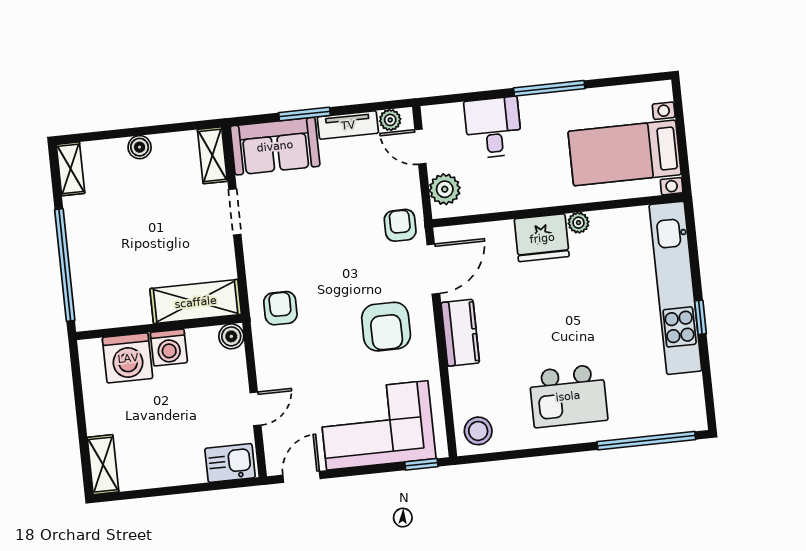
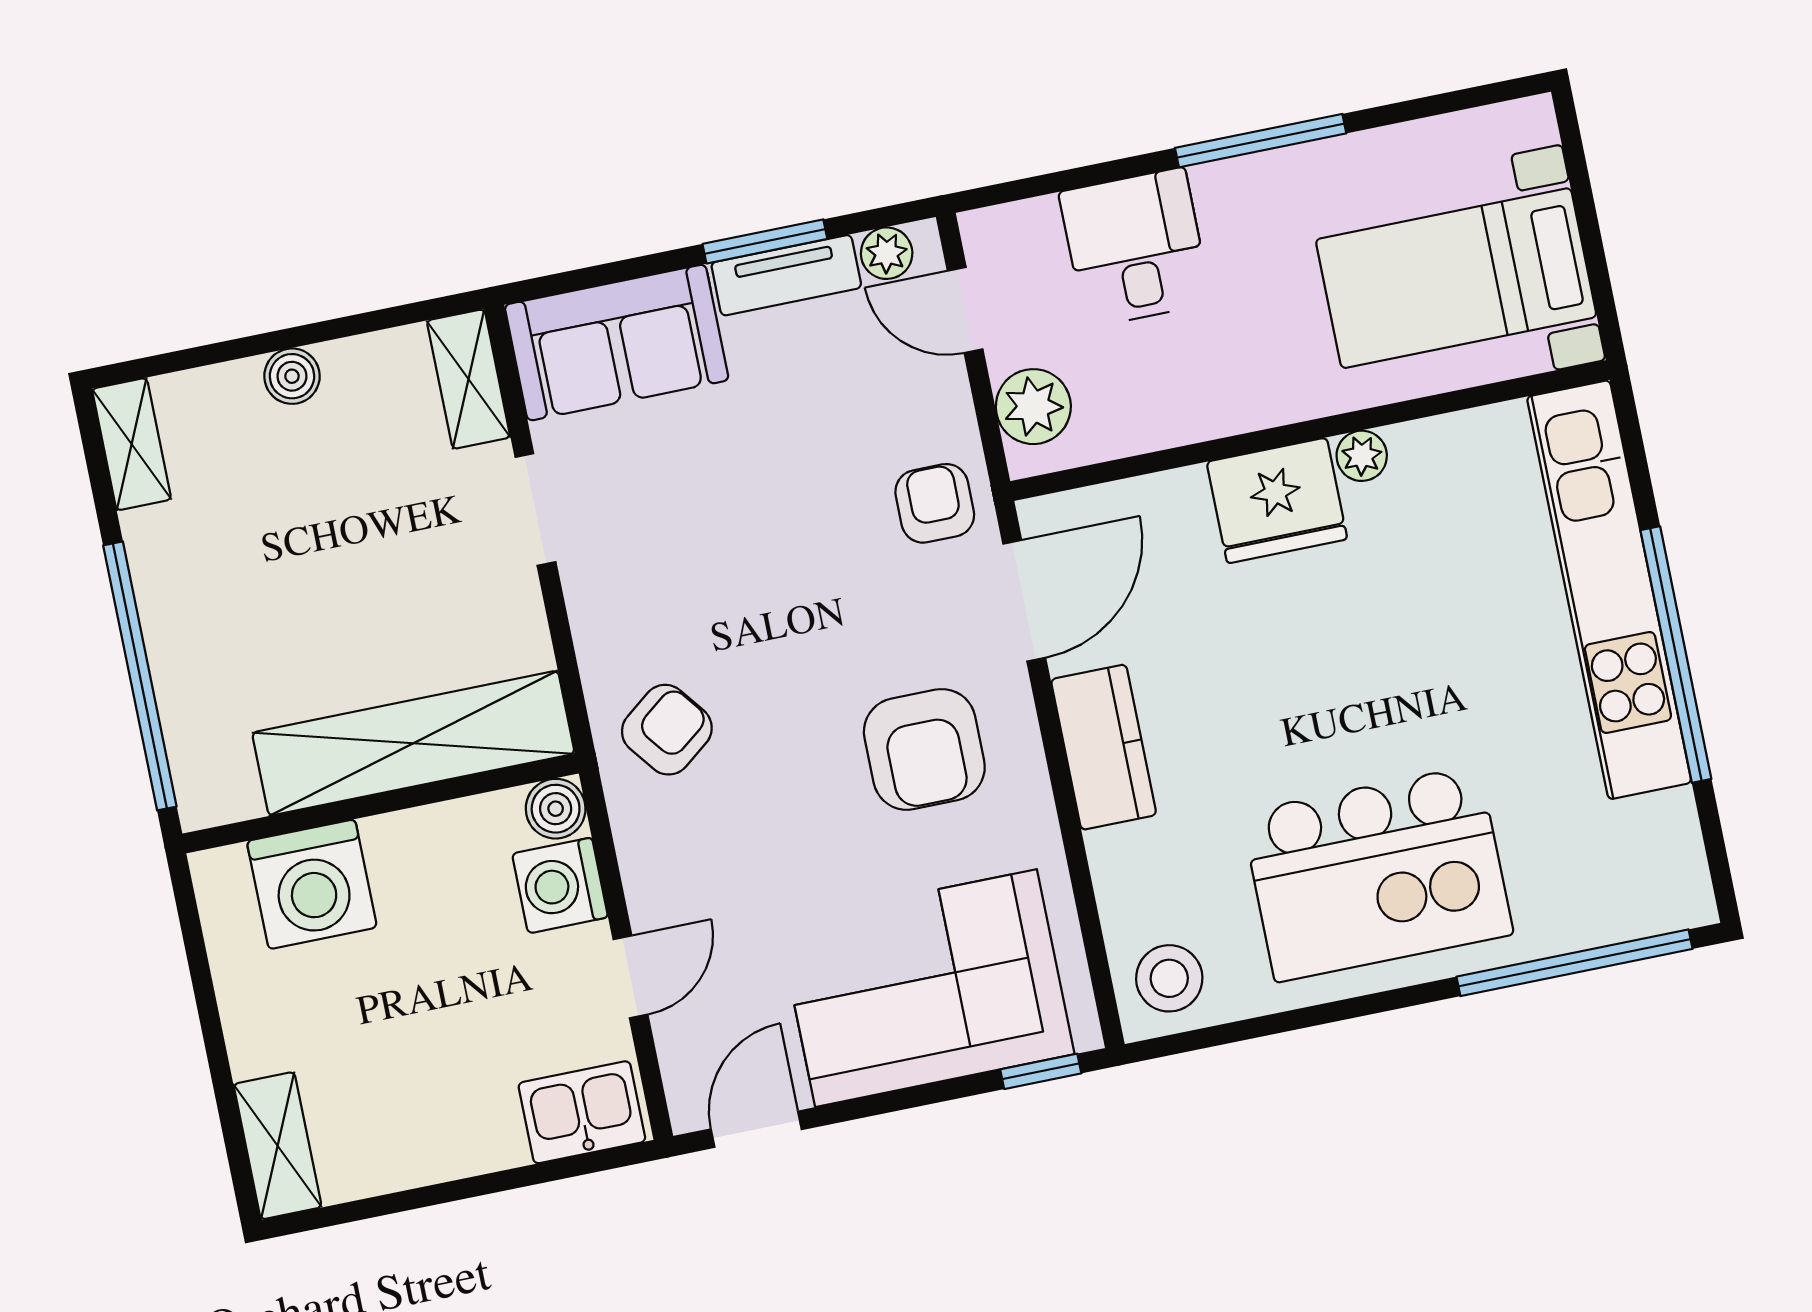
window: (305, 114) -> (765, 241), moved
shelving: (196, 302) -> (413, 743), width x1.47
armchair: (280, 308) -> (667, 730), turned 52
window: (700, 317) -> (1676, 655), width x3.17
washing machine: (169, 348) -> (560, 885), moved, turned 90
kitchen island: (568, 396) -> (1377, 874), width x1.37, depth x1.28

